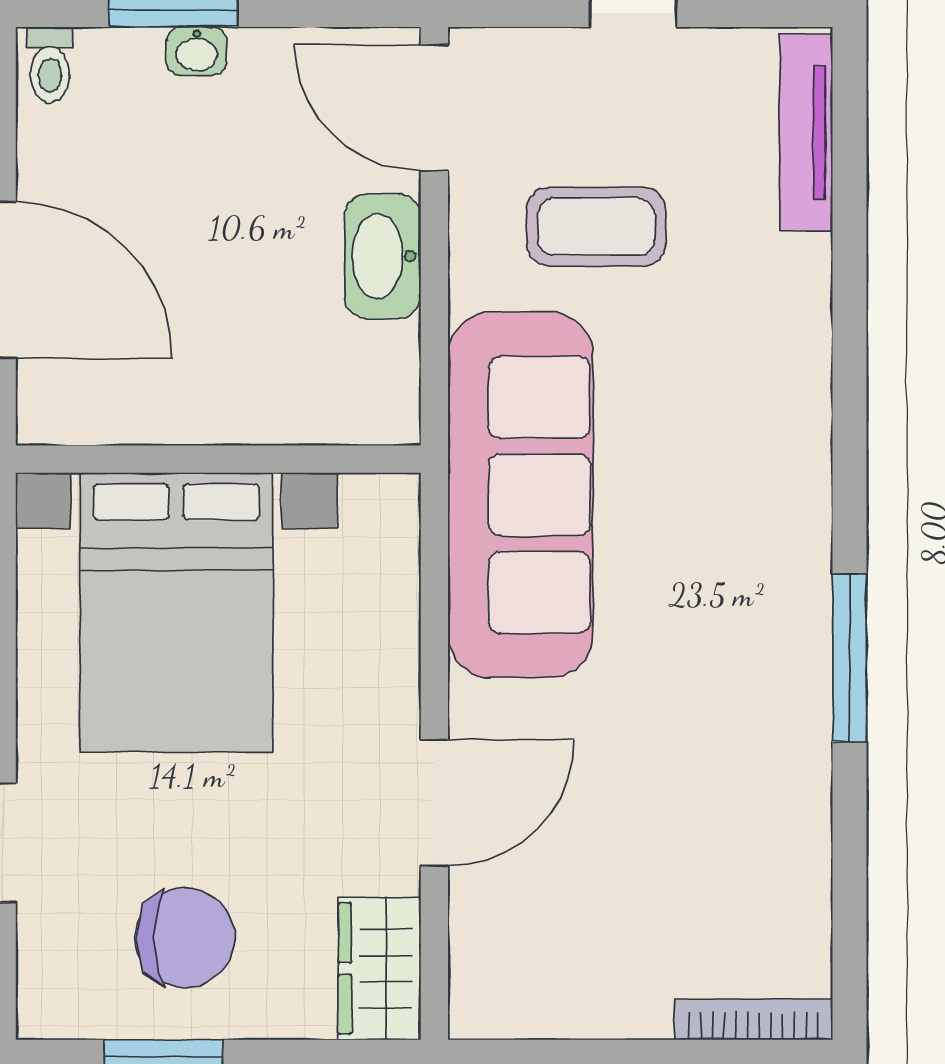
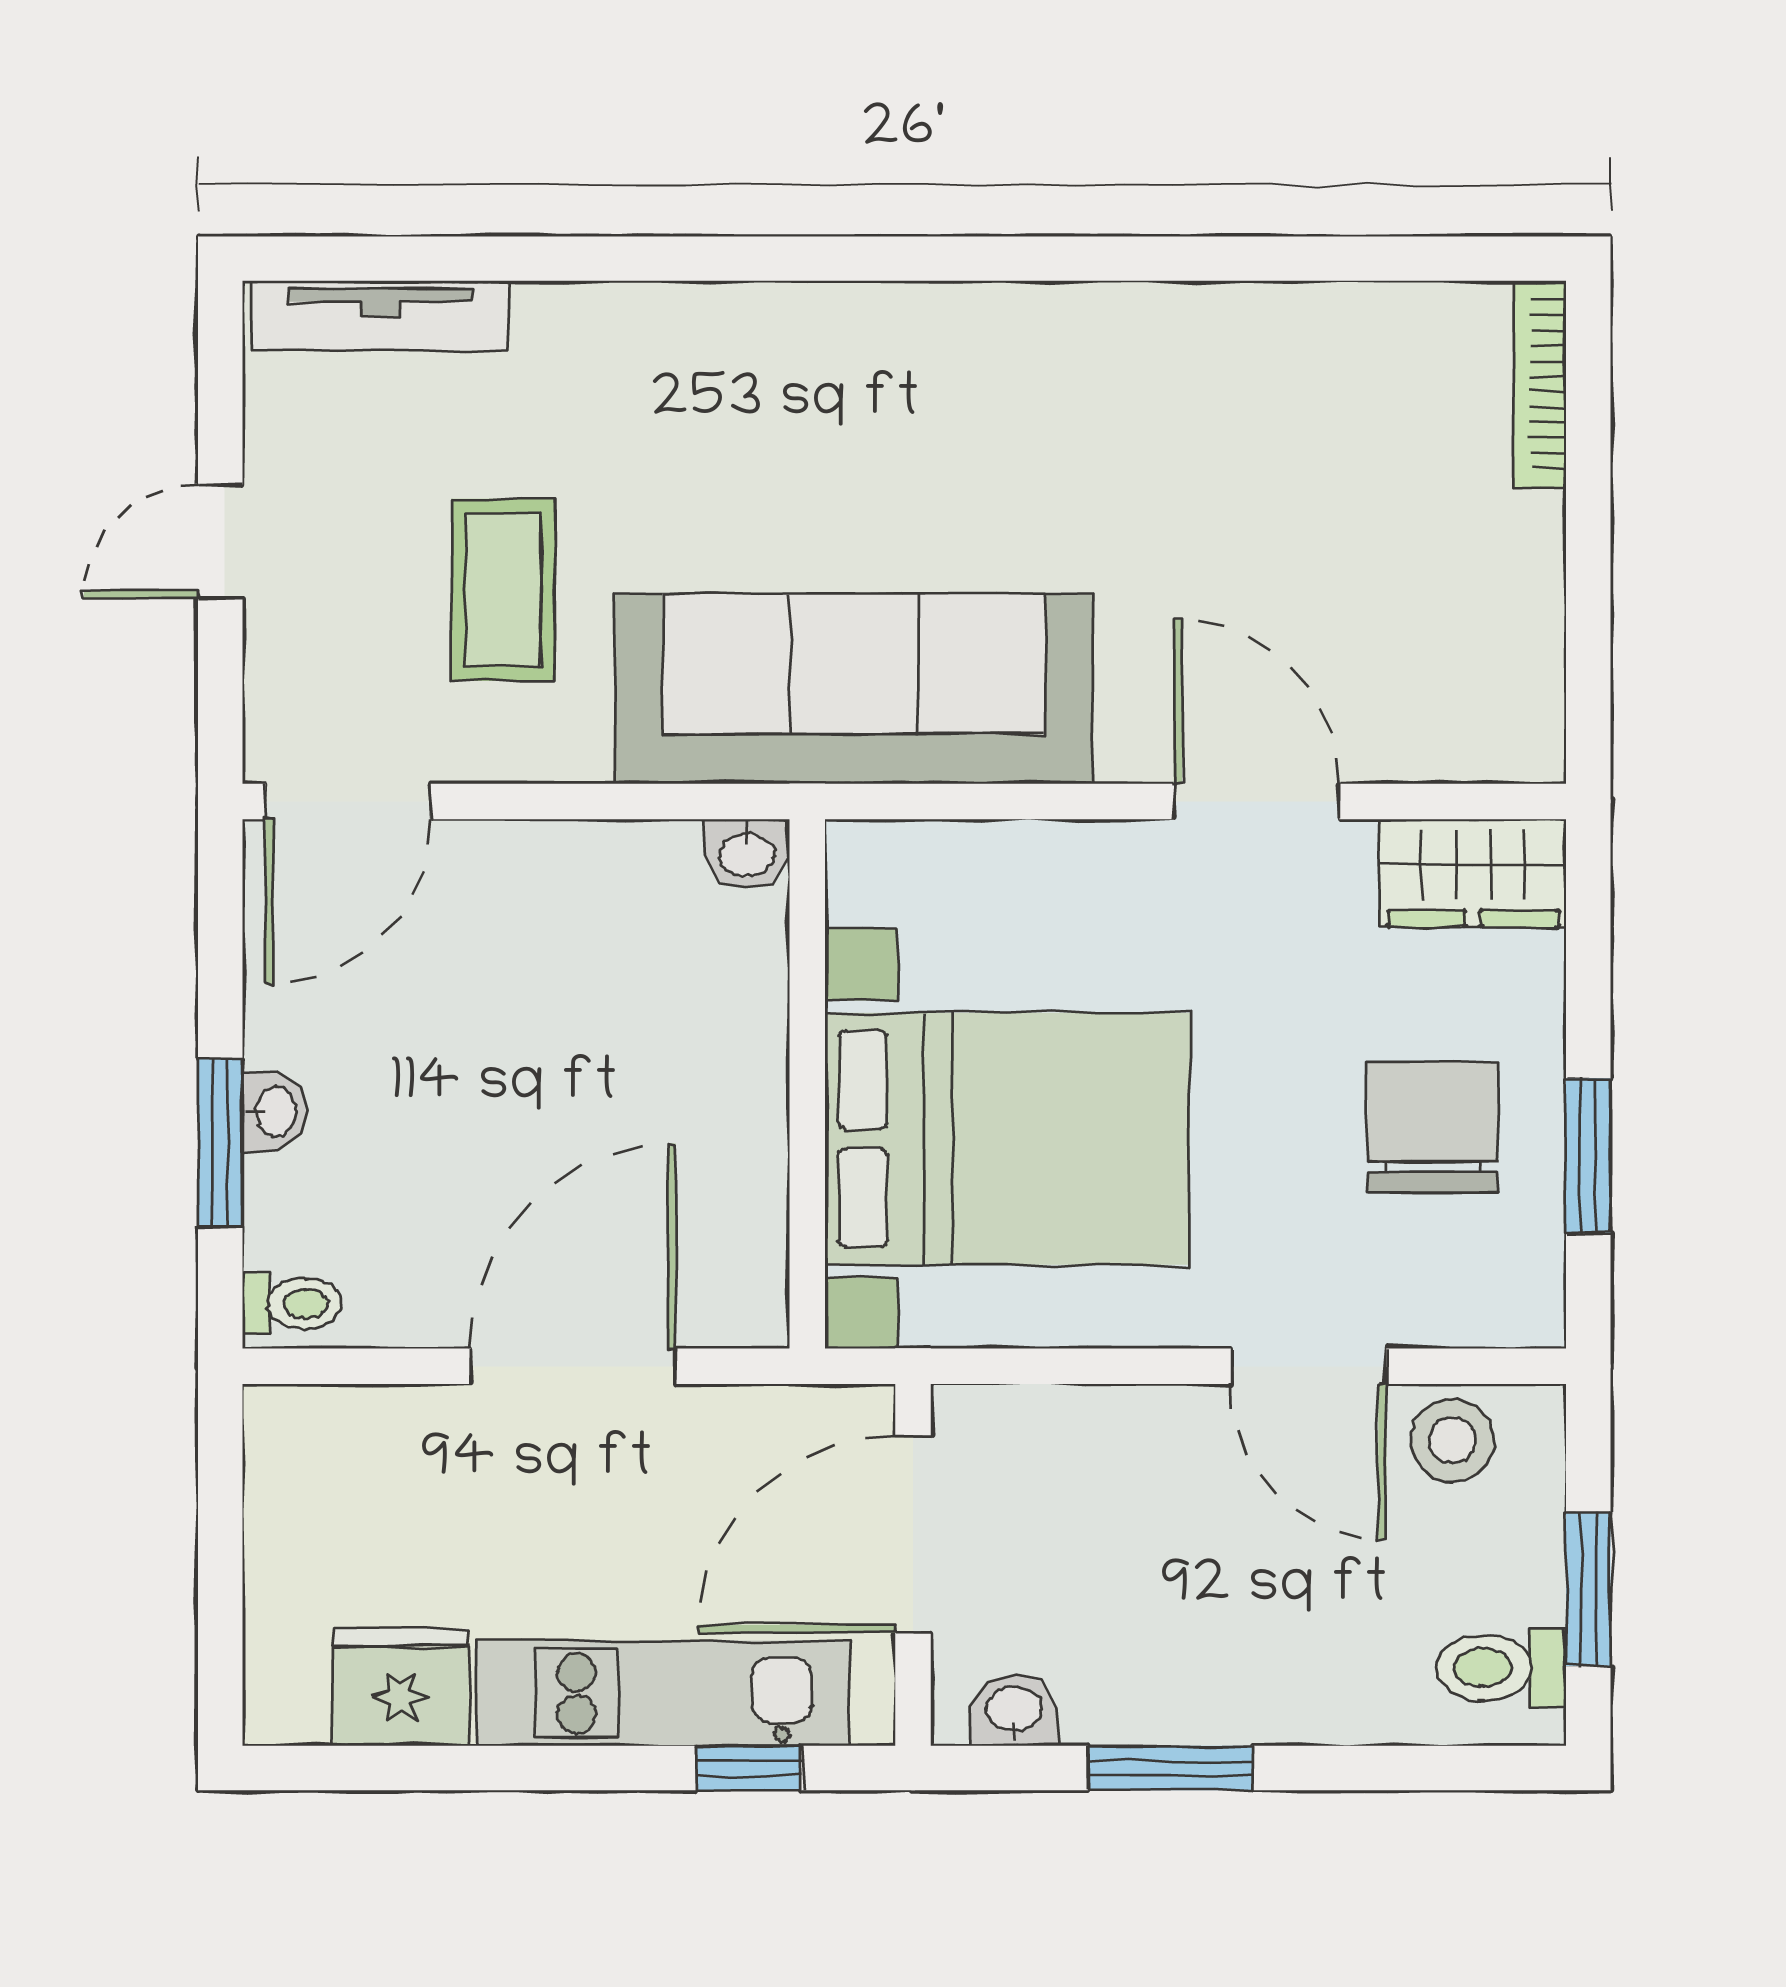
washbasin: (383, 256) -> (747, 854), moved, width x0.52, depth x0.69
window: (850, 658) -> (1067, 259), removed

